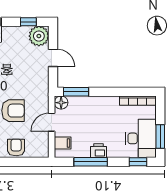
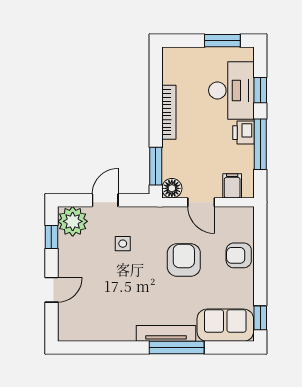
side table: (24, 70) -> (123, 244), added
bookcase: (138, 101) -> (169, 112), moved
desk: (141, 138) -> (231, 90), moved, turned 90
window: (138, 162) -> (260, 90), moved

